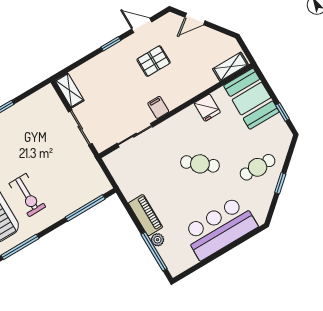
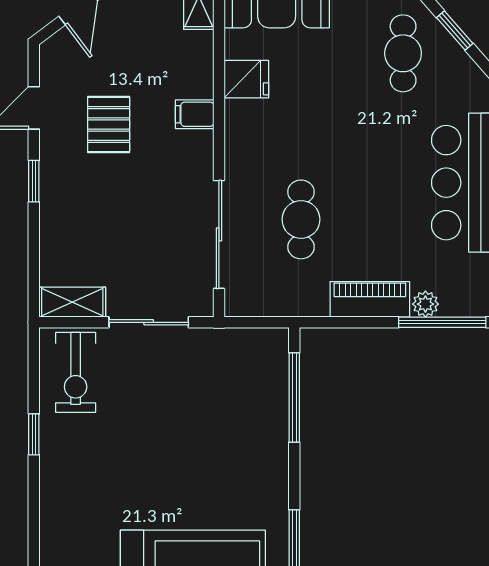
filing cabinet: (158, 107) -> (195, 114), moved
sliding door: (135, 135) -> (219, 234), width x1.37
cafe table: (200, 164) -> (301, 219), moved, turned -39
exercise bike: (27, 195) -> (76, 372), moved, turned 90

